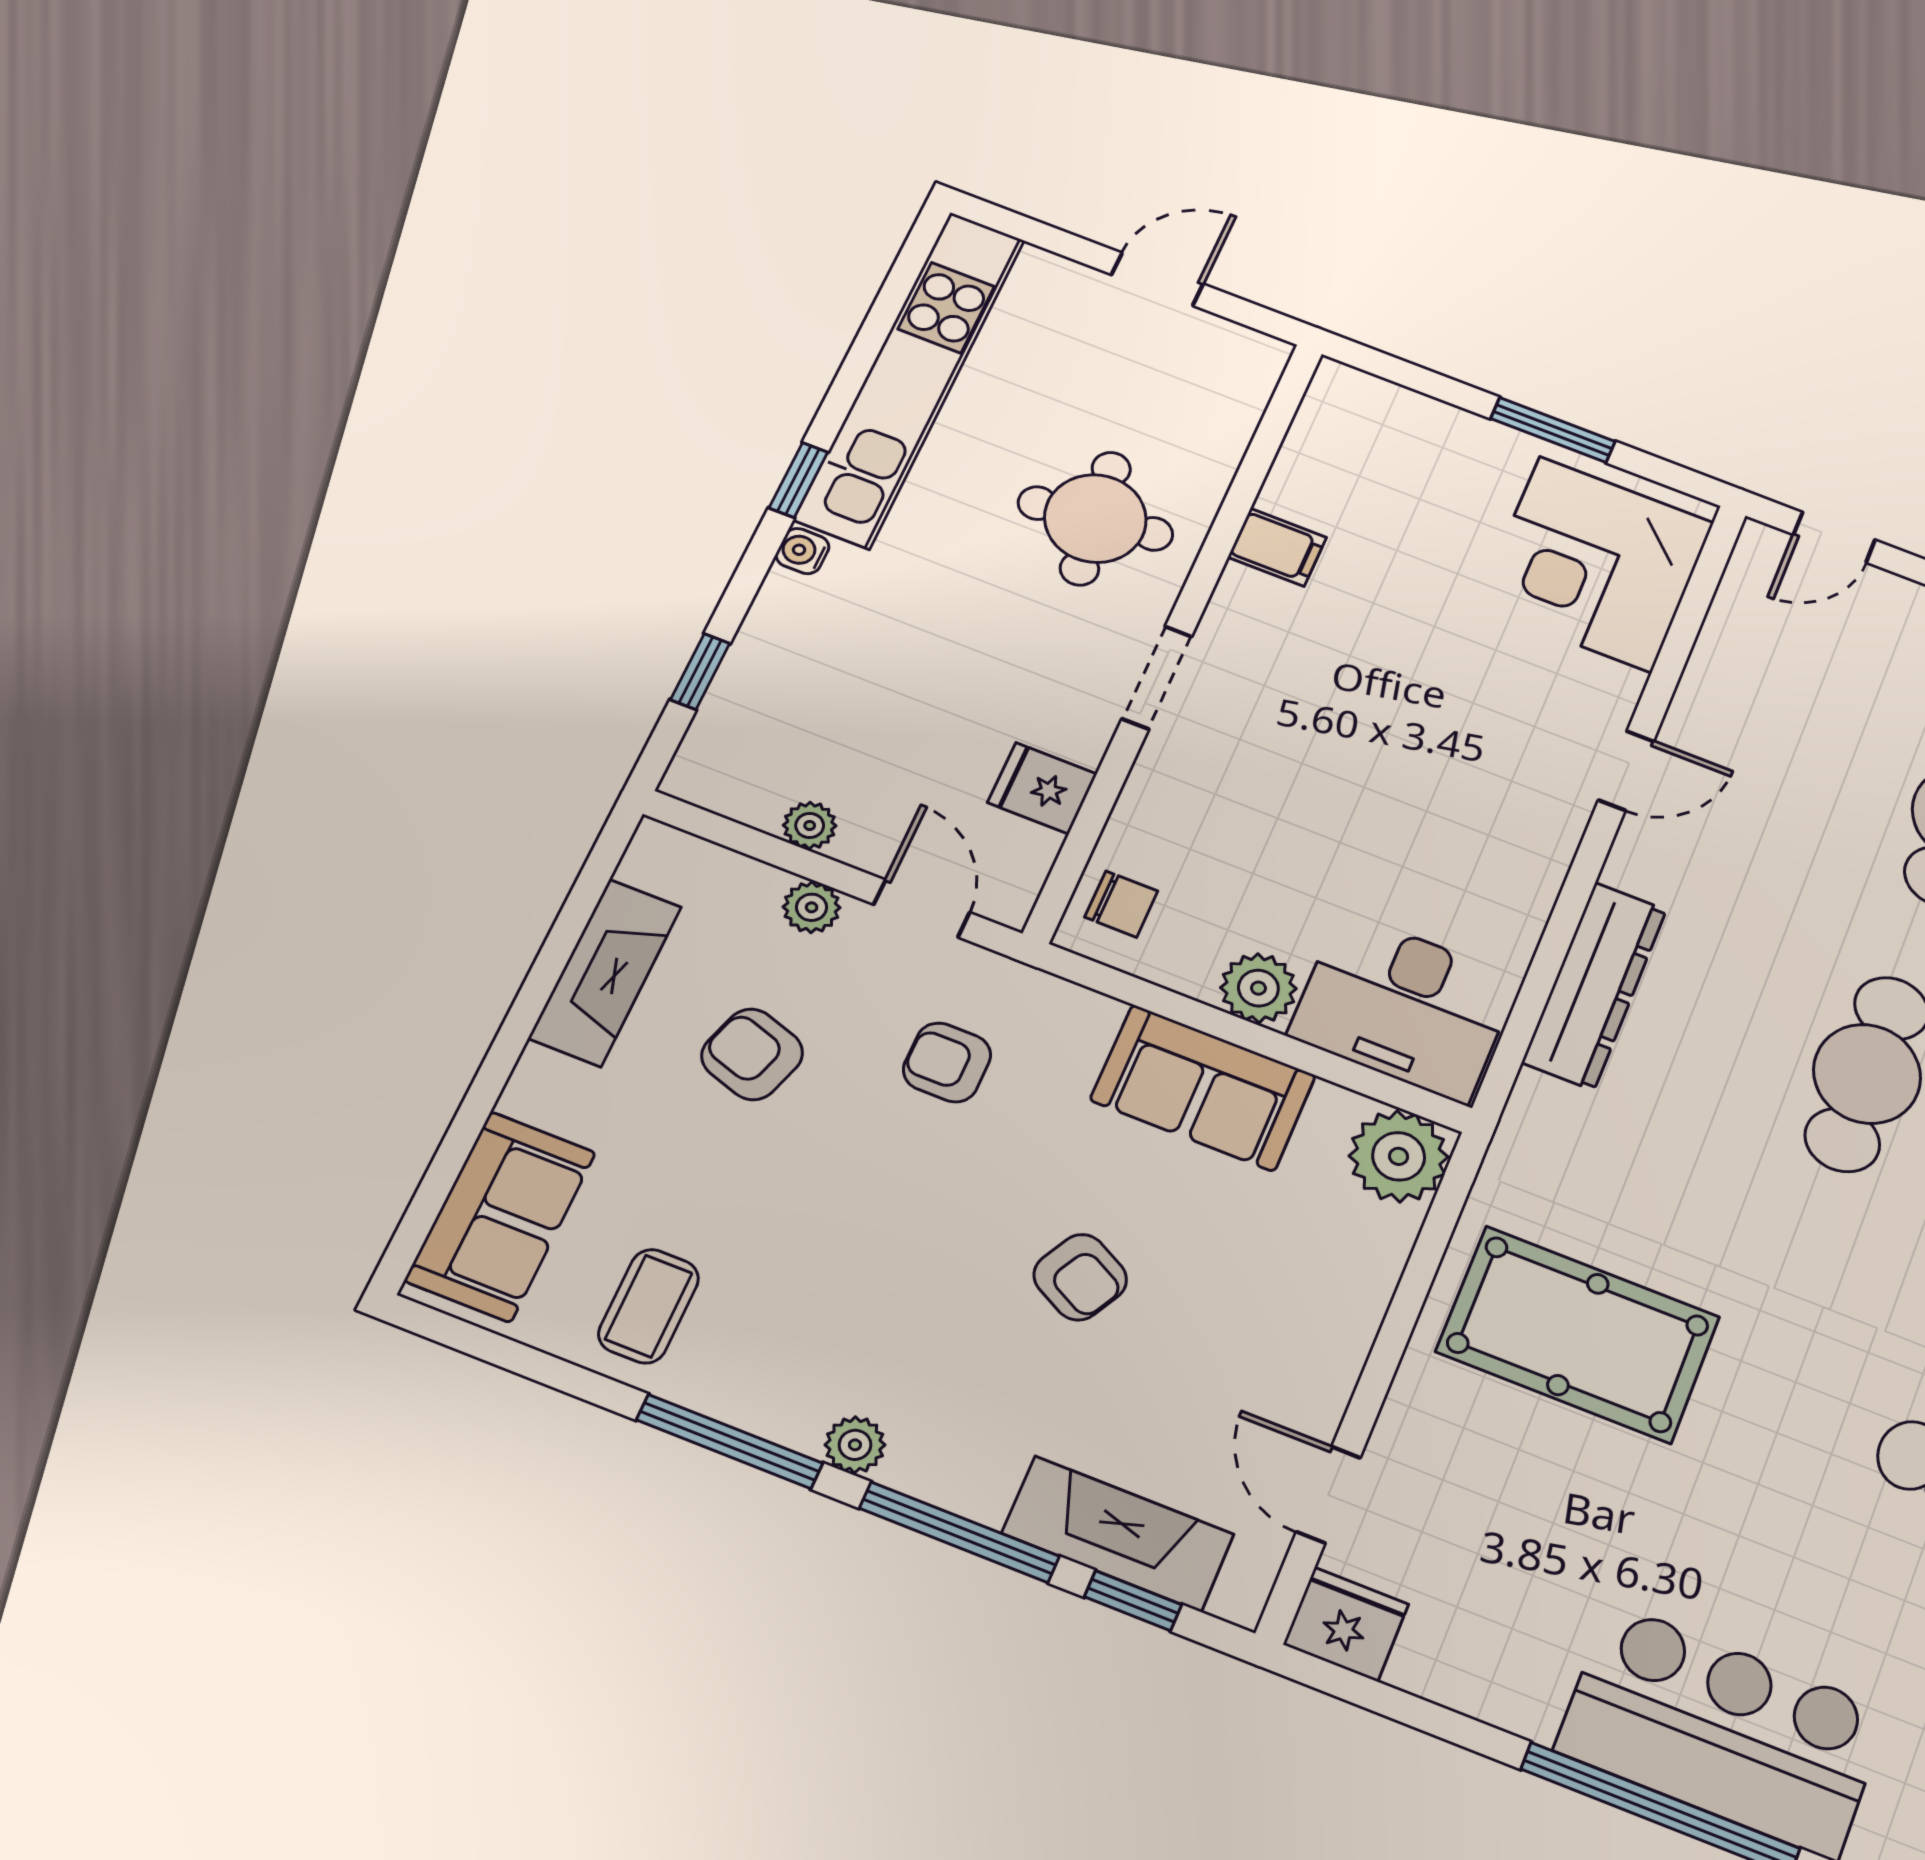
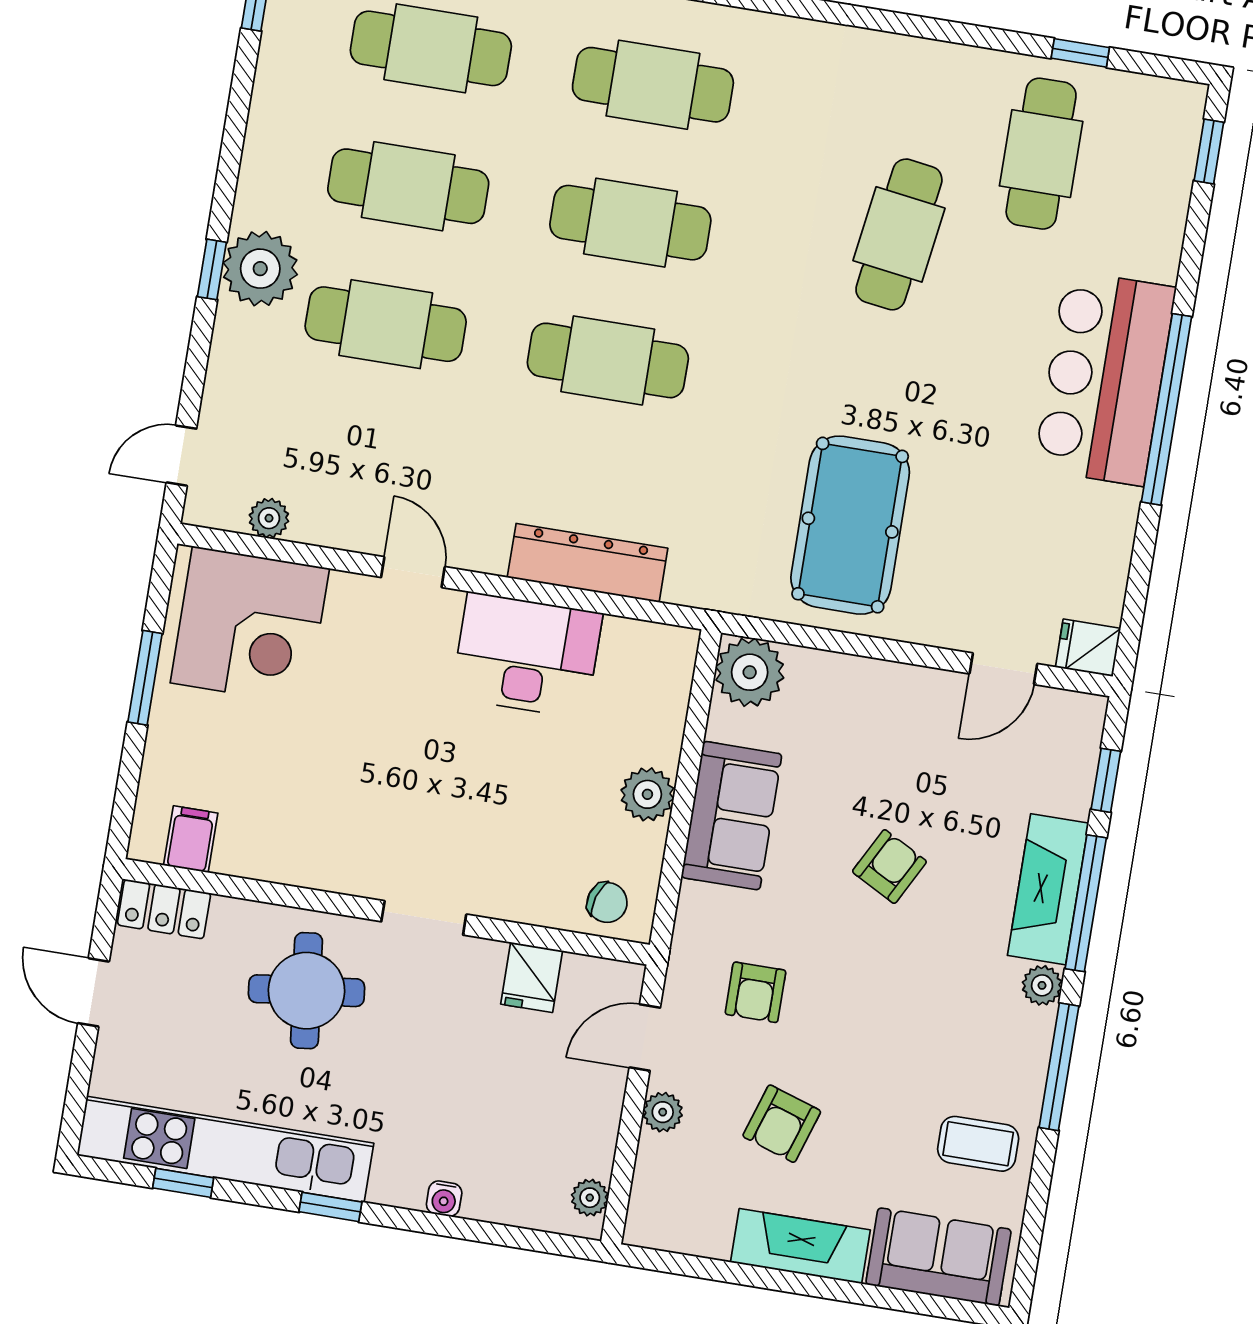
locker: (1246, 382) -> (164, 909), added
door: (1834, 537) -> (181, 456), swing flipped
filing cabinet: (1277, 547) -> (191, 839), moved
water cooler: (802, 551) -> (444, 1199), moved
plant: (1732, 618) -> (269, 518), added
window: (700, 672) -> (183, 1183), moved
plant: (810, 825) -> (590, 1198), moved
chair: (1121, 904) -> (607, 902), turned 107
fireplace: (605, 972) -> (800, 1246), moved
desk: (1404, 1007) -> (527, 655), moved, turned -90
fireplace: (1118, 1534) -> (1048, 889), moved
fridge: (1346, 1624) -> (1088, 648), width x0.72

